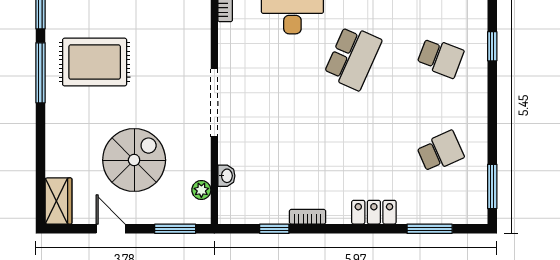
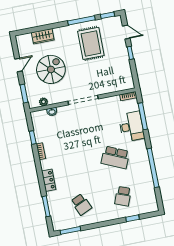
spiral stairs: (134, 160) -> (51, 69), turned -90
wardrobe: (59, 201) -> (43, 36), moved

